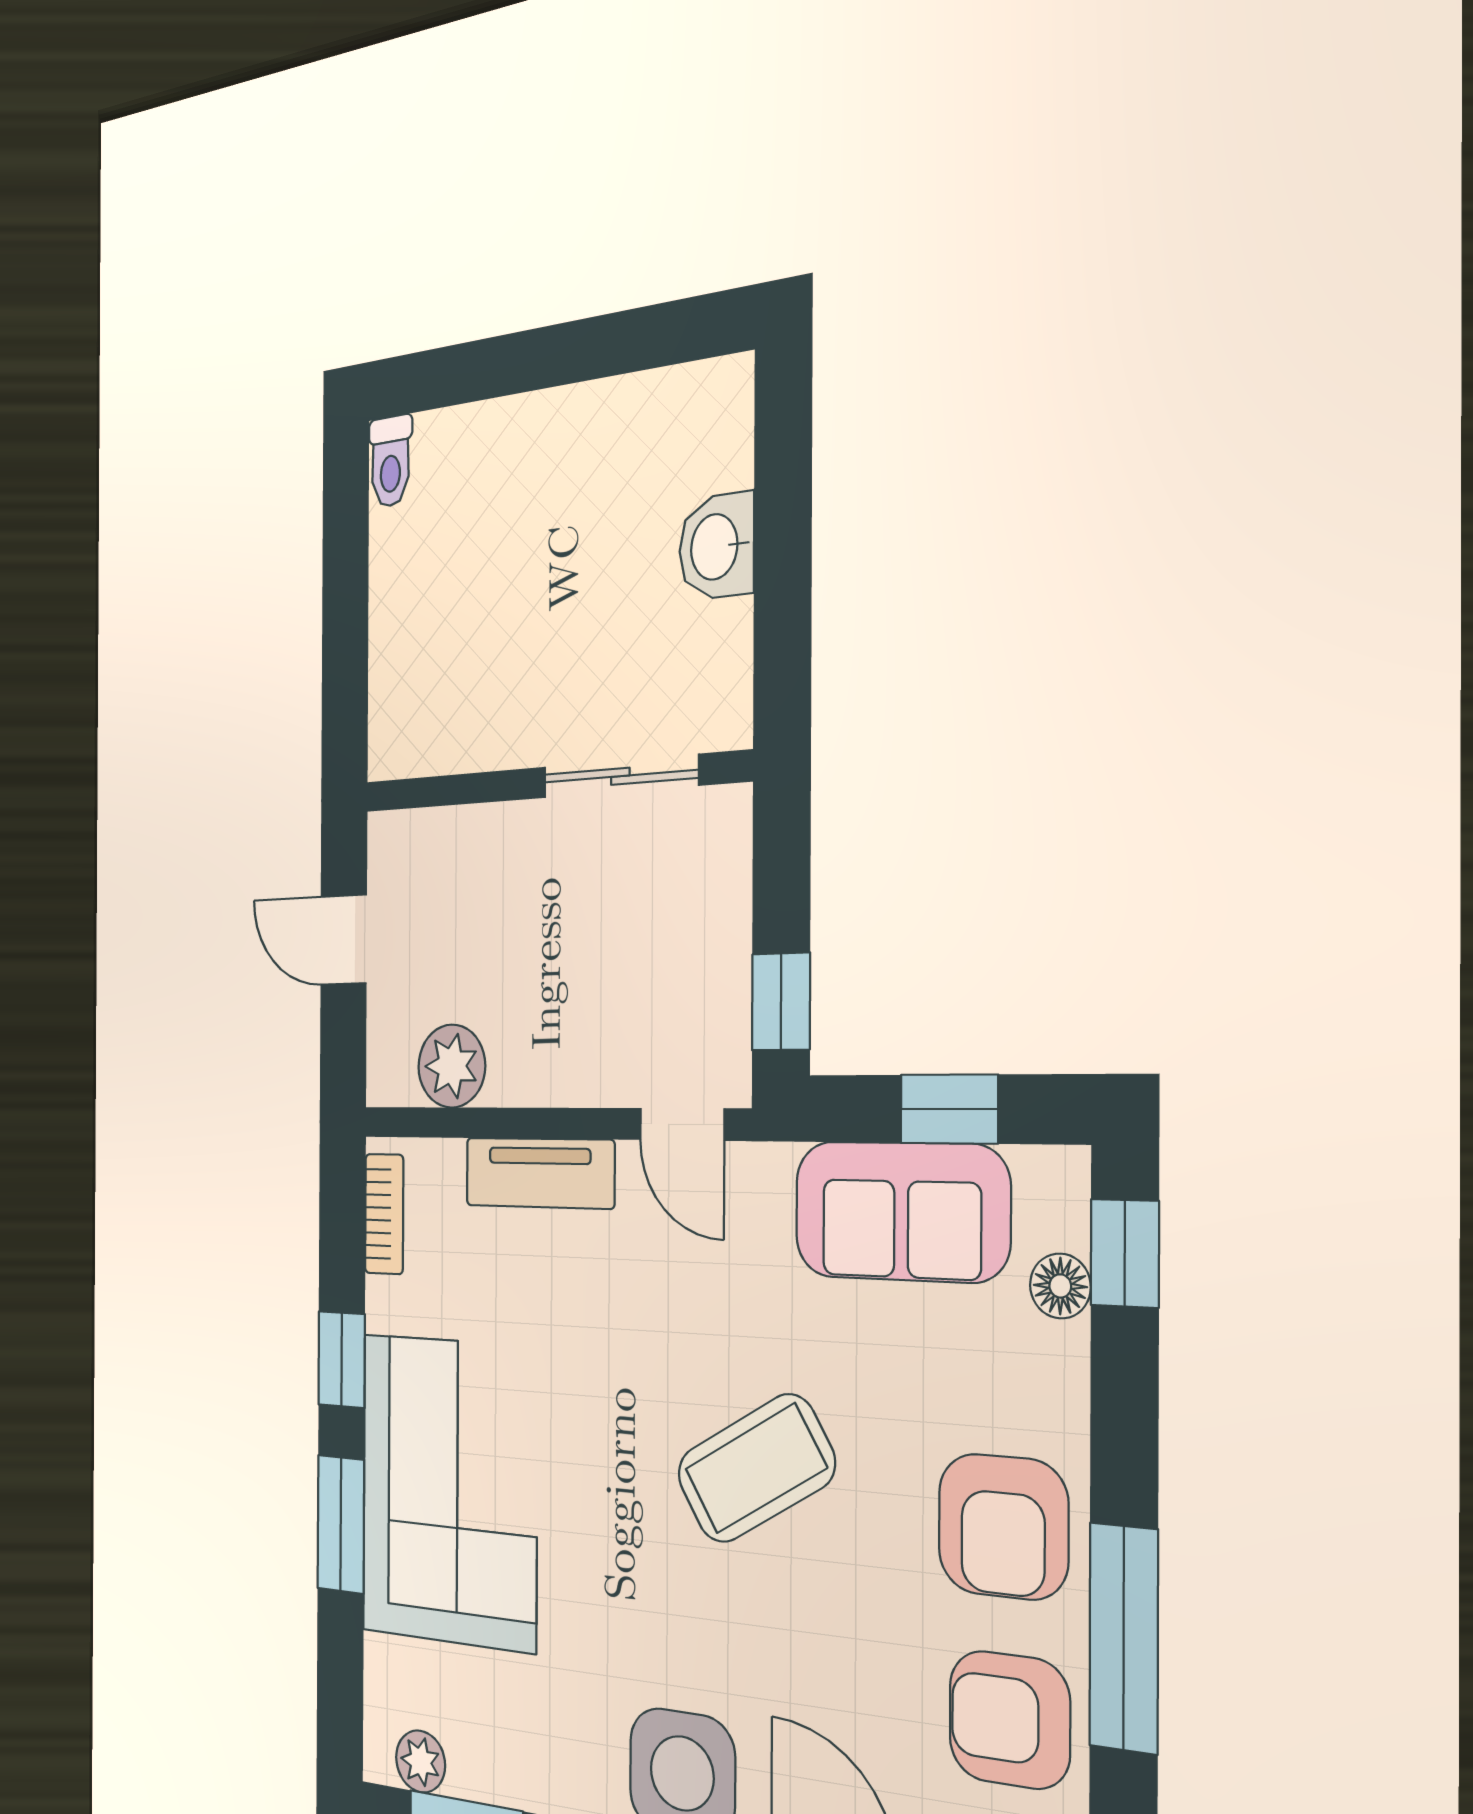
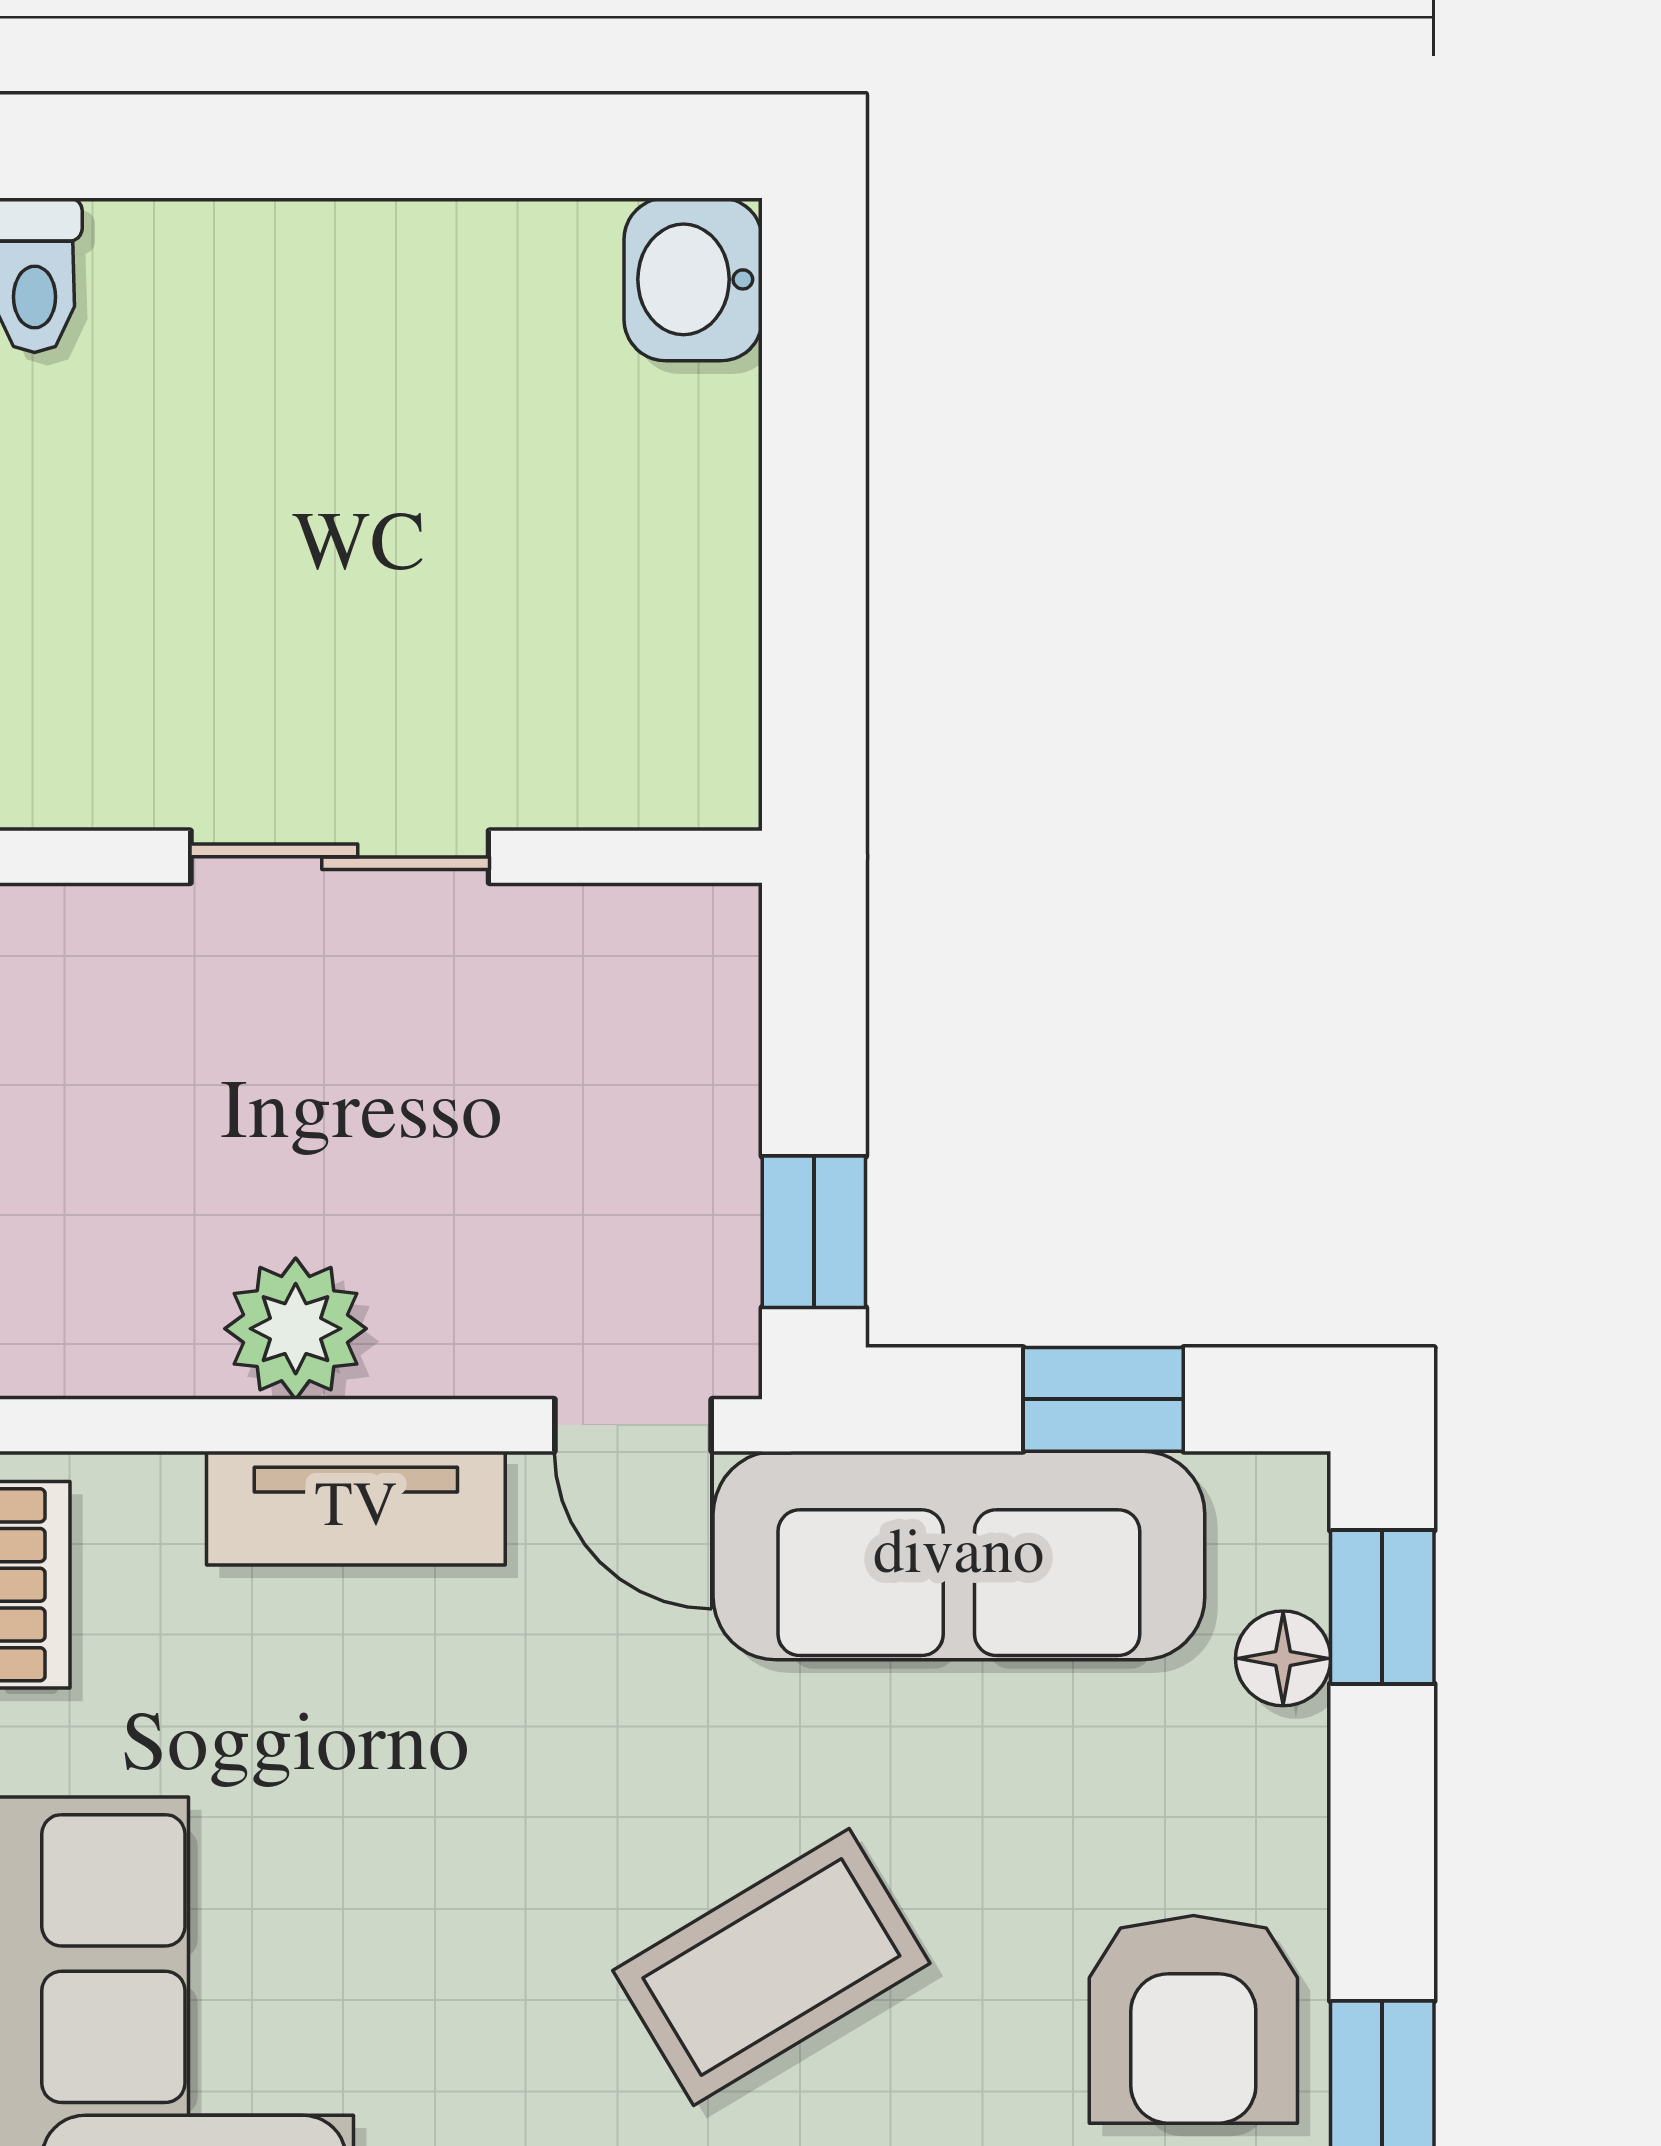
washbasin: (716, 547) -> (693, 279), moved
sliding door: (620, 776) -> (340, 857), moved
plant: (452, 1066) -> (296, 1329), moved
sofa: (901, 1211) -> (959, 1555), width x1.36

